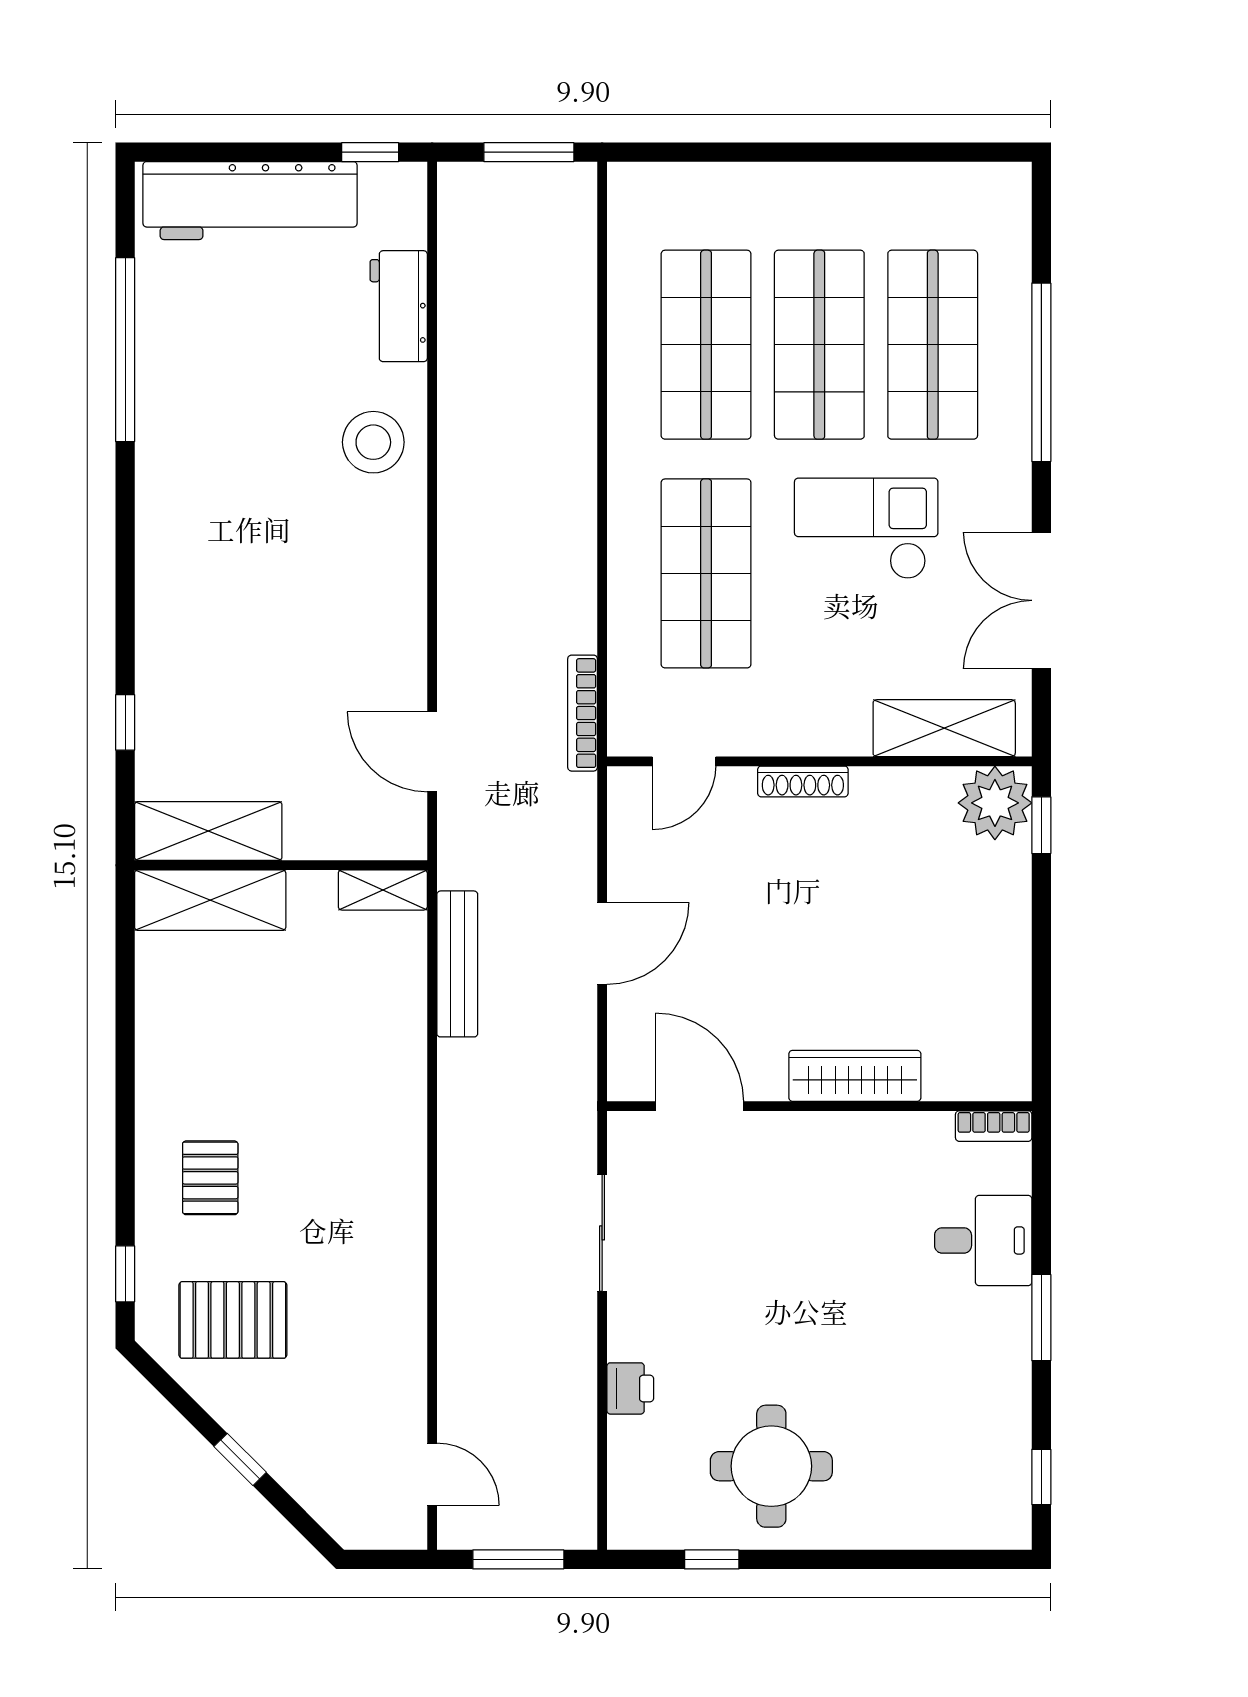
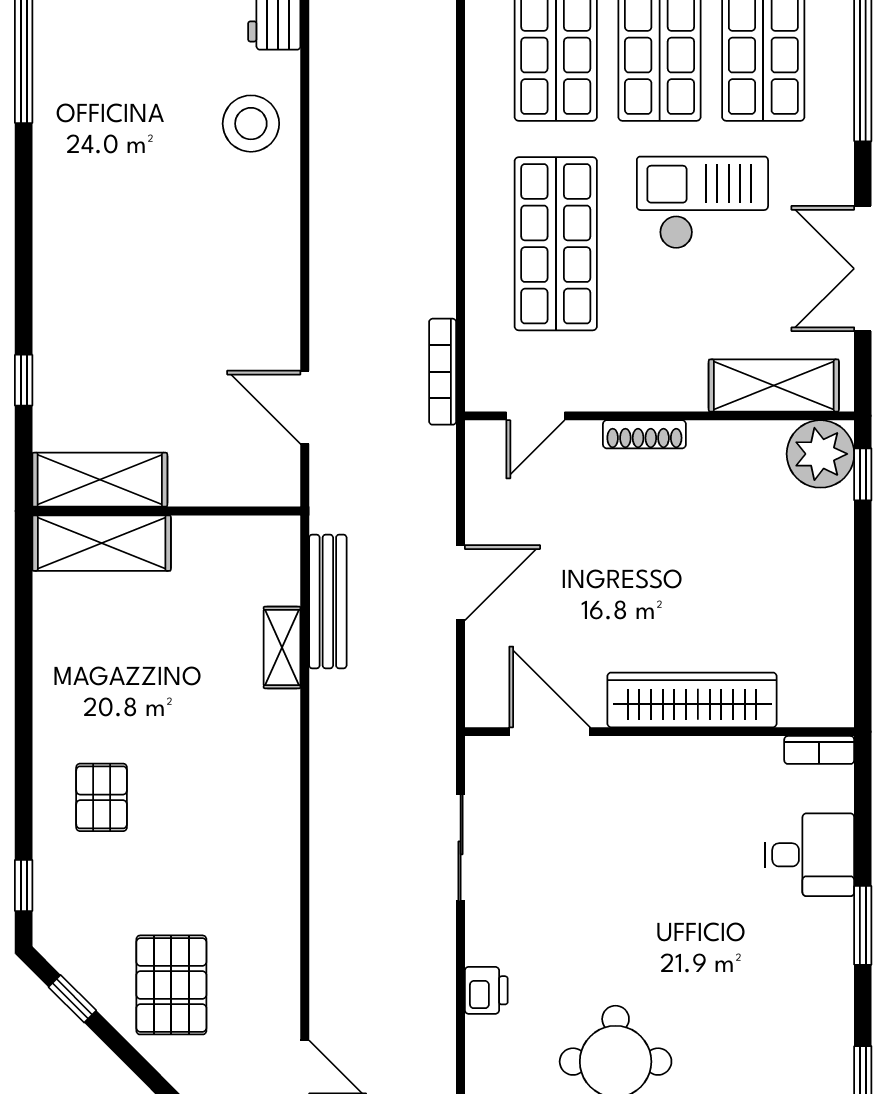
shelving: (383, 890) -> (282, 647), moved, turned 90
wardrobe: (855, 1076) -> (692, 700), width x1.40, depth x1.17
pallet: (233, 1320) -> (171, 985), moved, turned 90
window: (240, 1459) -> (72, 999), moved

